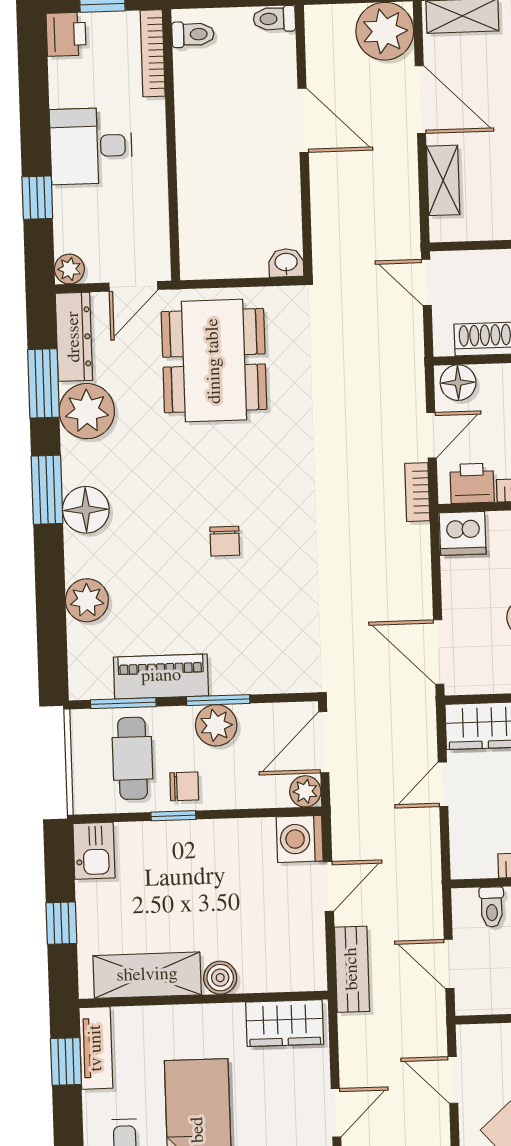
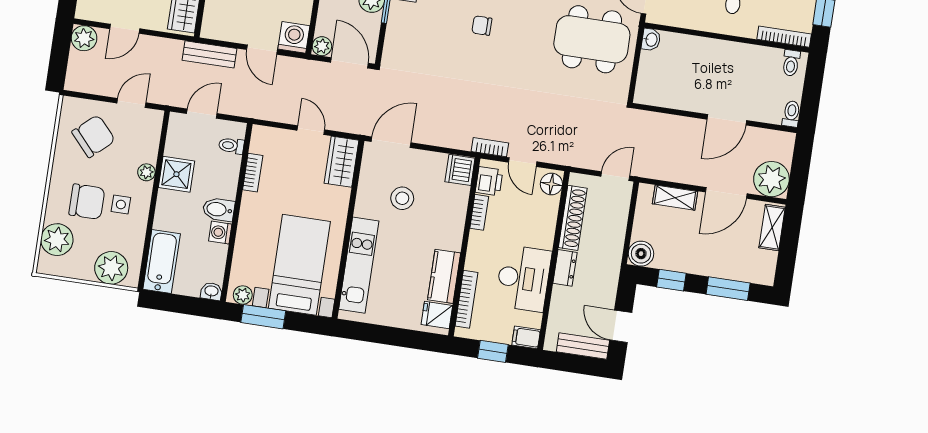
washbasin: (286, 263) -> (651, 40), moved
door: (336, 1113) -> (125, 29), hinge flipped

